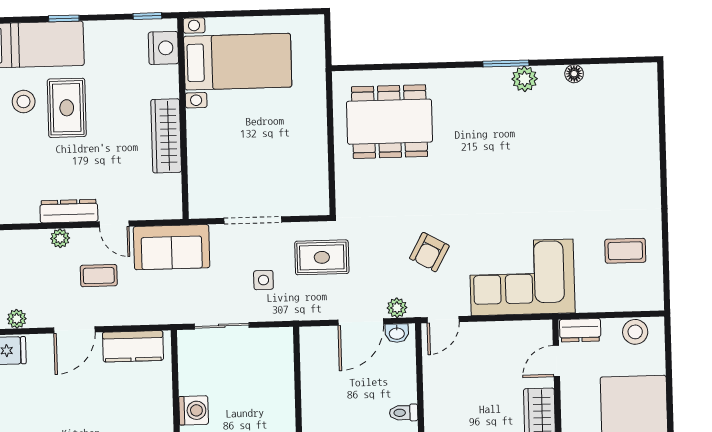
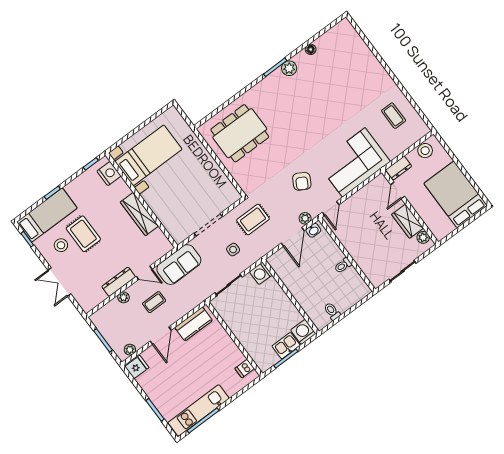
coffee table: (625, 251) -> (394, 116), turned 90
washing machine: (194, 410) -> (261, 273), moved, turned 180

